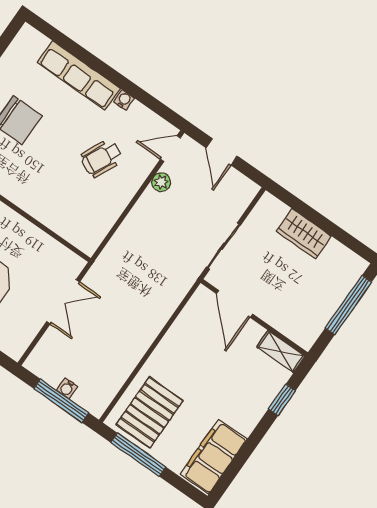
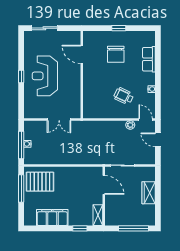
row of seats: (79, 75) -> (149, 59), width x0.68
door: (222, 152) -> (158, 140), hinge flipped
door: (234, 304) -> (104, 185), swing flipped
filing cabinet: (214, 457) -> (52, 218), moved

